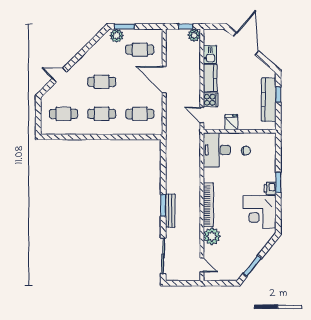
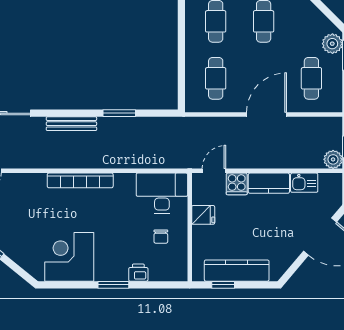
window: (278, 94) -> (223, 285), moved
printer: (270, 188) -> (138, 273), moved
window: (163, 205) -> (119, 113), moved
plant: (212, 236) -> (33, 186), removed

